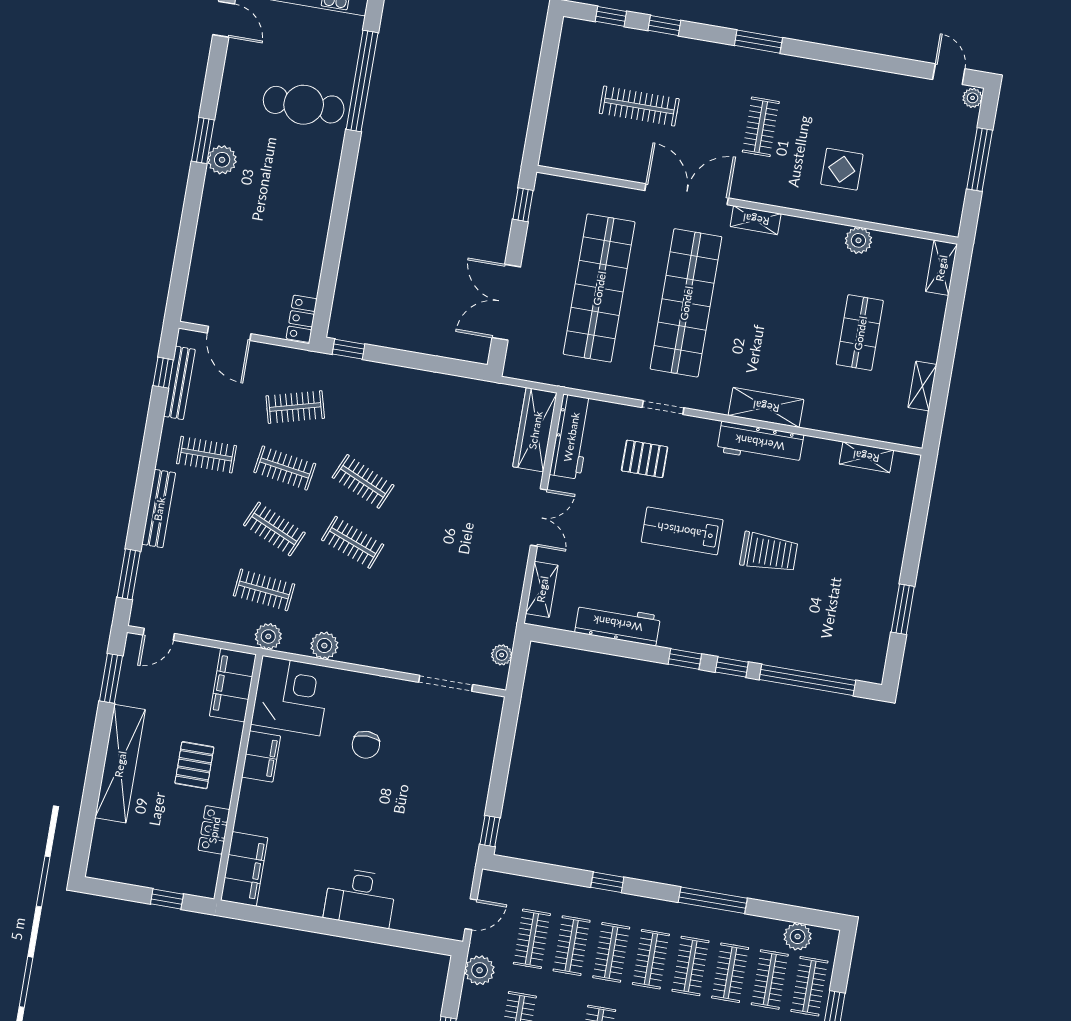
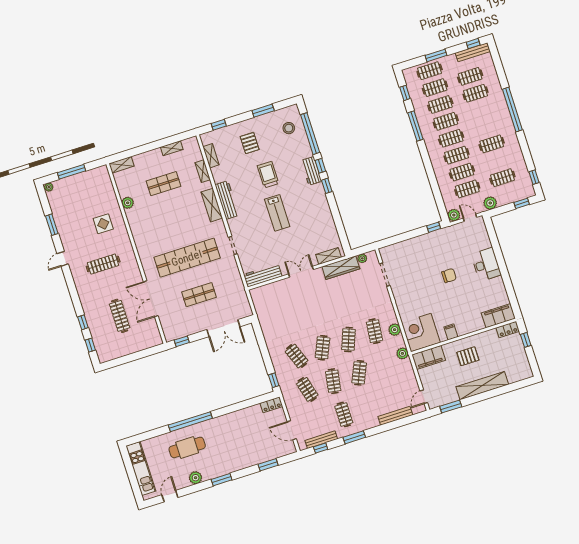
window: (758, 42) -> (52, 225), moved
door: (949, 74) -> (63, 259), moved
window: (362, 81) -> (190, 422), moved
cafe table: (304, 105) -> (187, 447), turned 90
clothes rail: (761, 127) -> (103, 264), width x1.36
plant: (222, 160) -> (196, 478), moved
double door: (687, 194) -> (151, 299), moved
shelving: (756, 220) -> (203, 171), moved
window: (184, 250) -> (268, 465), added
shop shelf: (599, 288) -> (199, 295), width x0.50, depth x0.74
door: (229, 333) -> (292, 430), swing flipped
clothes rail: (373, 420) -> (297, 356), added
wardrobe: (535, 430) -> (341, 268), moved
pallet: (645, 459) -> (250, 143), moved
window: (921, 505) -> (219, 125), added
bench: (159, 509) -> (395, 416), moved
window: (129, 574) -> (354, 437), moved
clothes rail: (264, 590) -> (374, 331), moved
workbench: (618, 624) -> (311, 171), moved, width x0.73
door: (159, 634) -> (424, 397), swing flipped
stool: (841, 643) -> (289, 128), added
chair: (366, 745) -> (449, 276), moved
filing cabinet: (261, 756) -> (451, 332), width x0.50
locker: (214, 830) -> (508, 330), moved
window: (607, 882) -> (405, 93), moved
plant: (798, 937) -> (454, 215), moved

